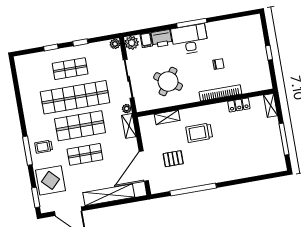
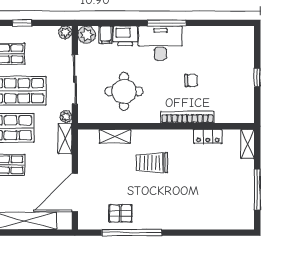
round table: (168, 81) -> (124, 91), turned -35
pallet: (173, 159) -> (120, 213), moved

